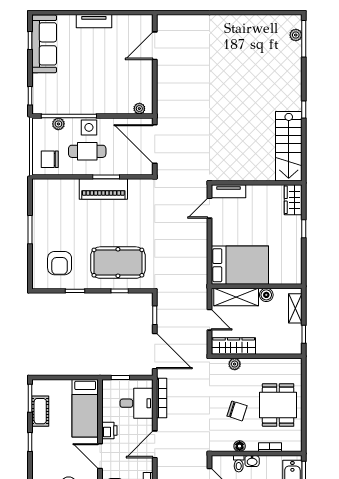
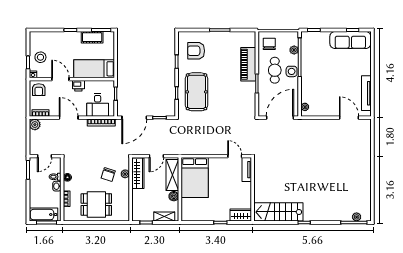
tv unit: (94, 21) -> (366, 93), moved, width x1.41
piano: (103, 189) -> (248, 64), moved
chair: (237, 411) -> (108, 175), moved
door: (100, 456) -> (60, 79), hinge flipped

